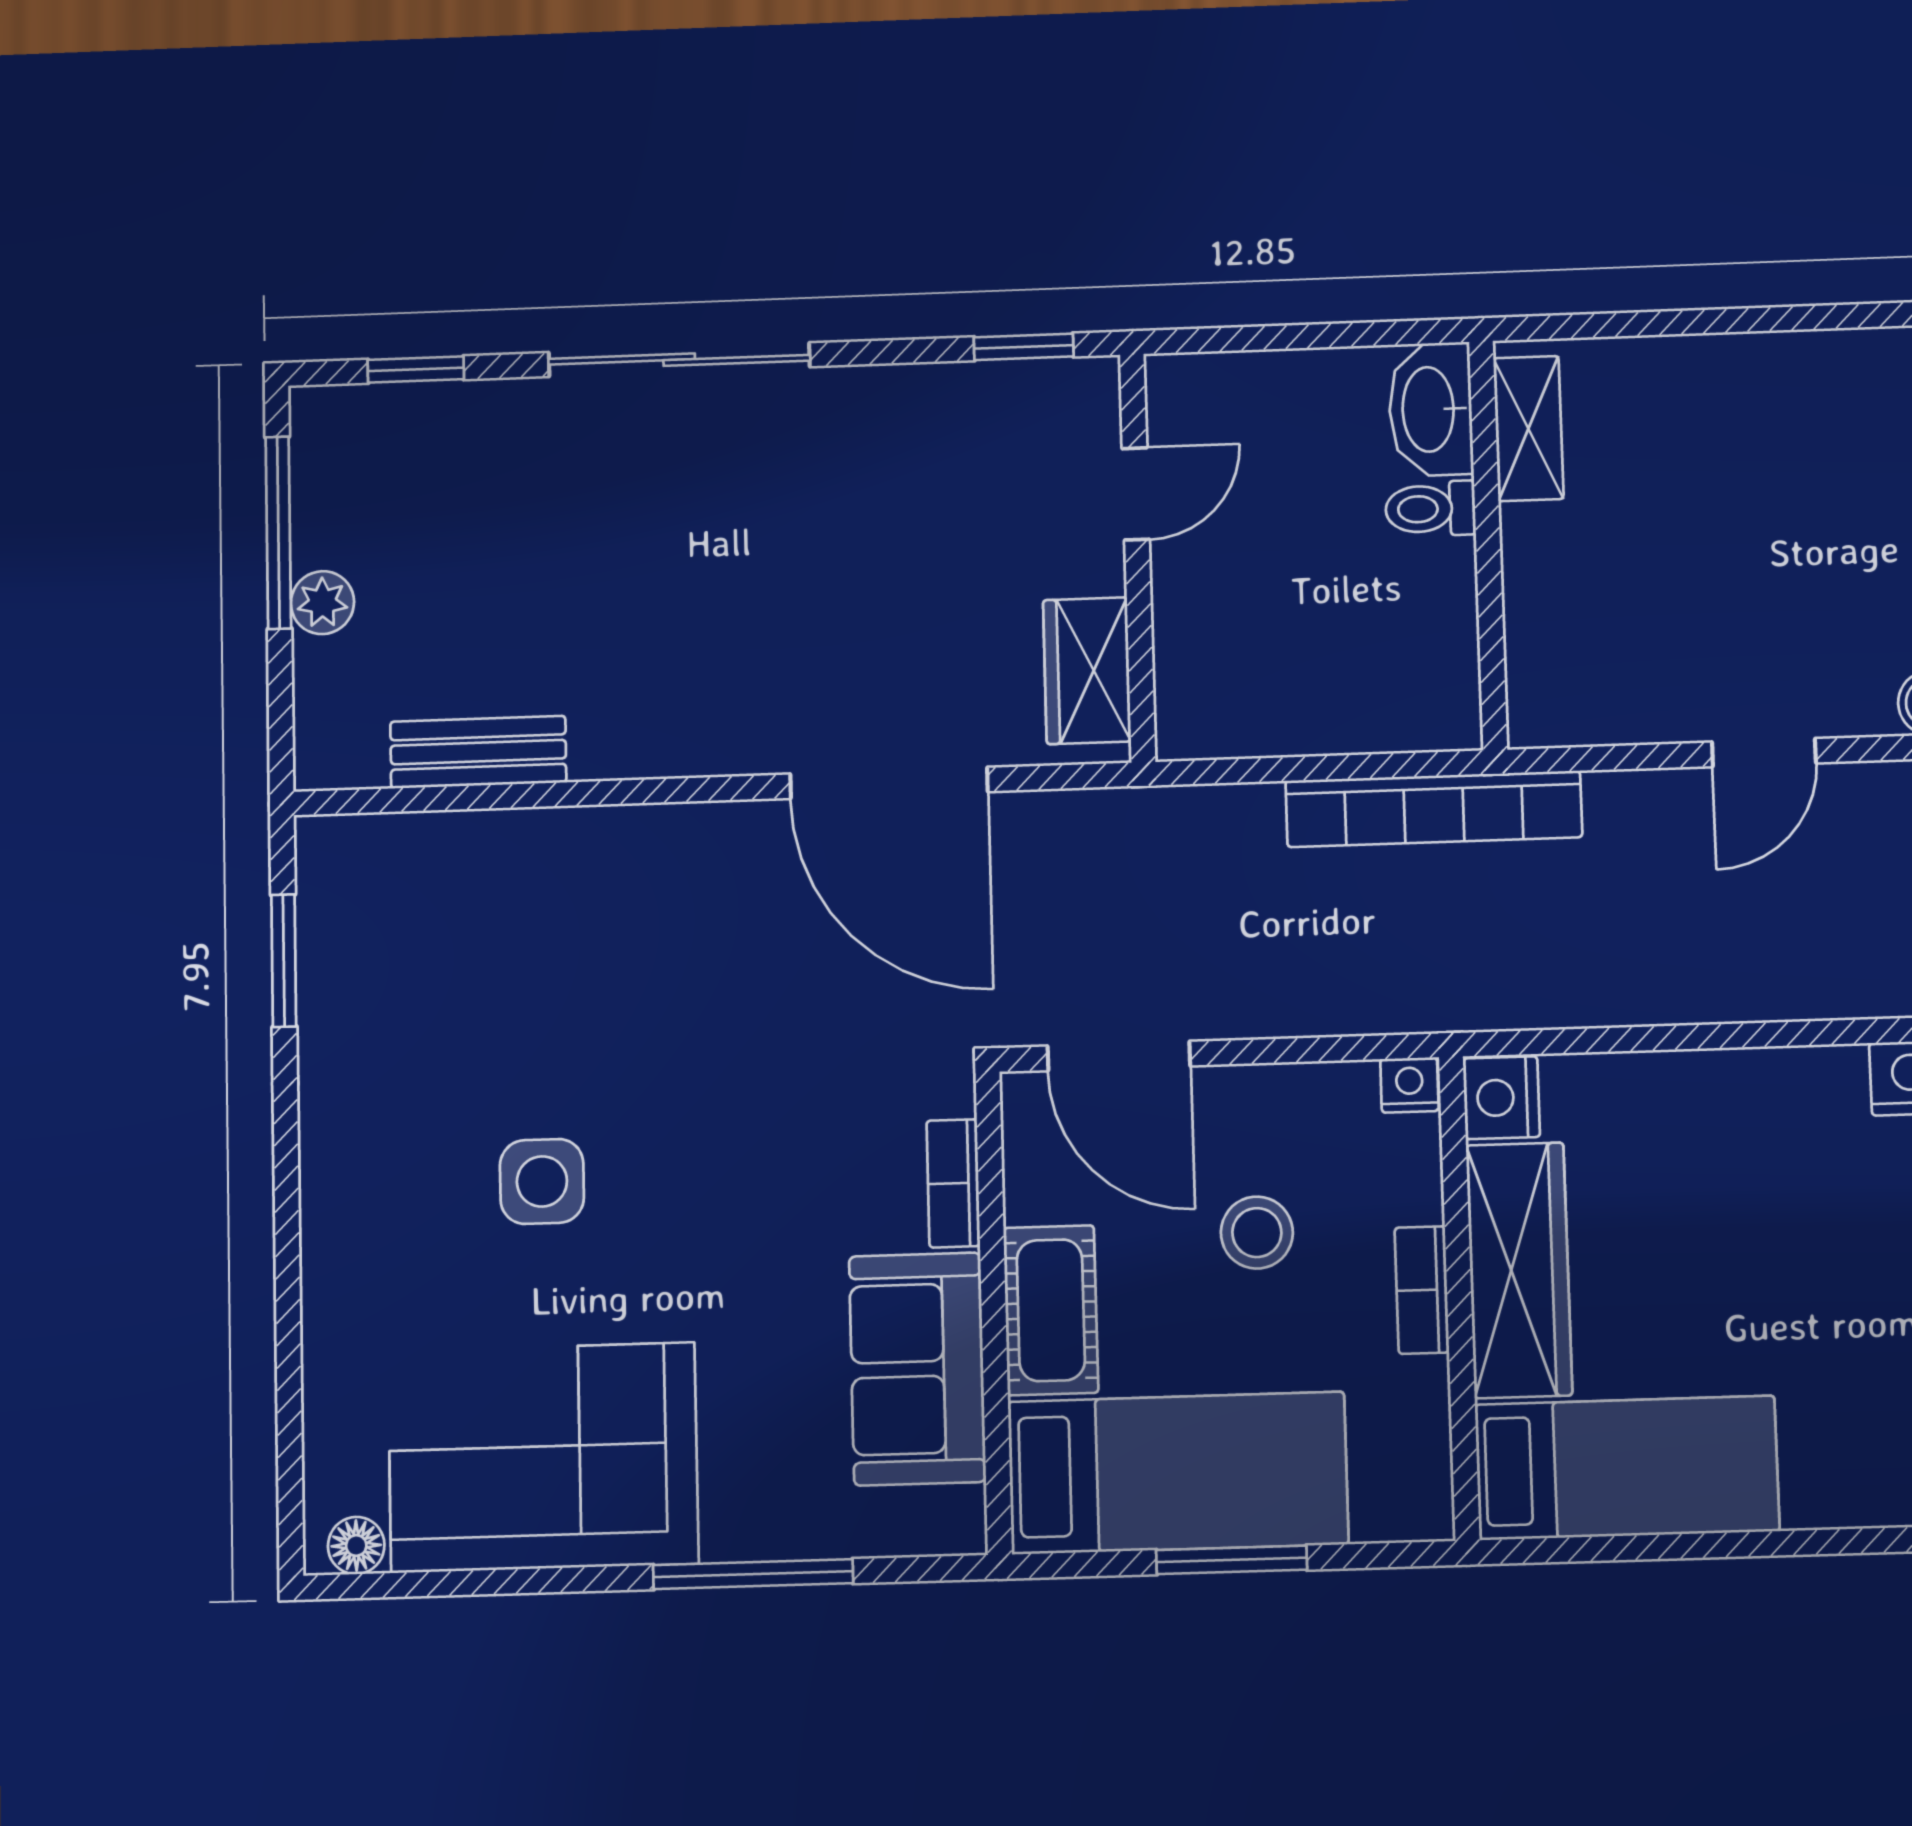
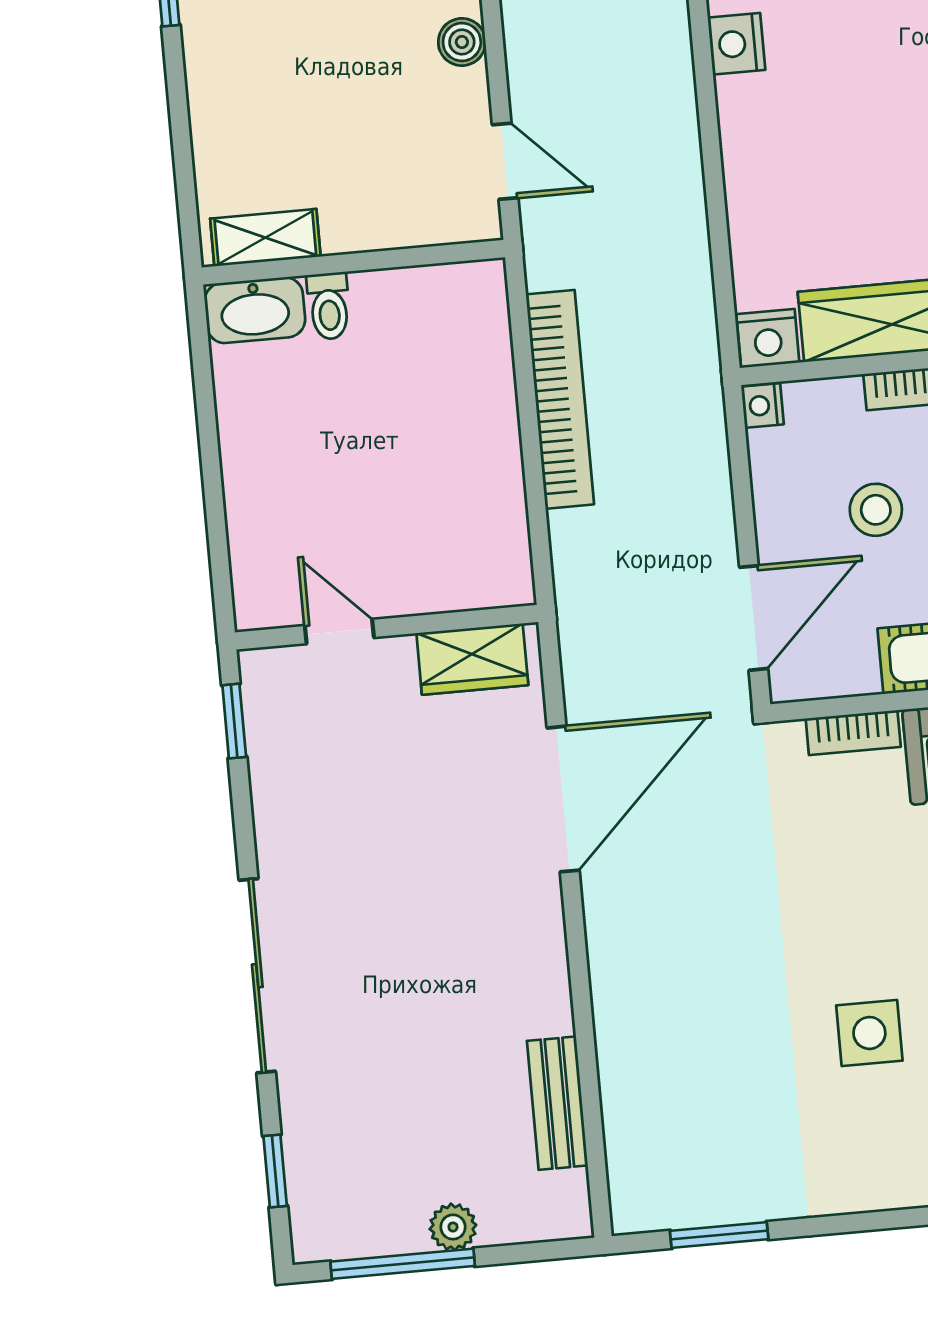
washbasin: (1431, 409) -> (255, 310), moved
shelving: (1528, 429) -> (265, 238), moved
toilet: (1430, 509) -> (329, 306), moved
wall: (1488, 545) -> (353, 262), moved

